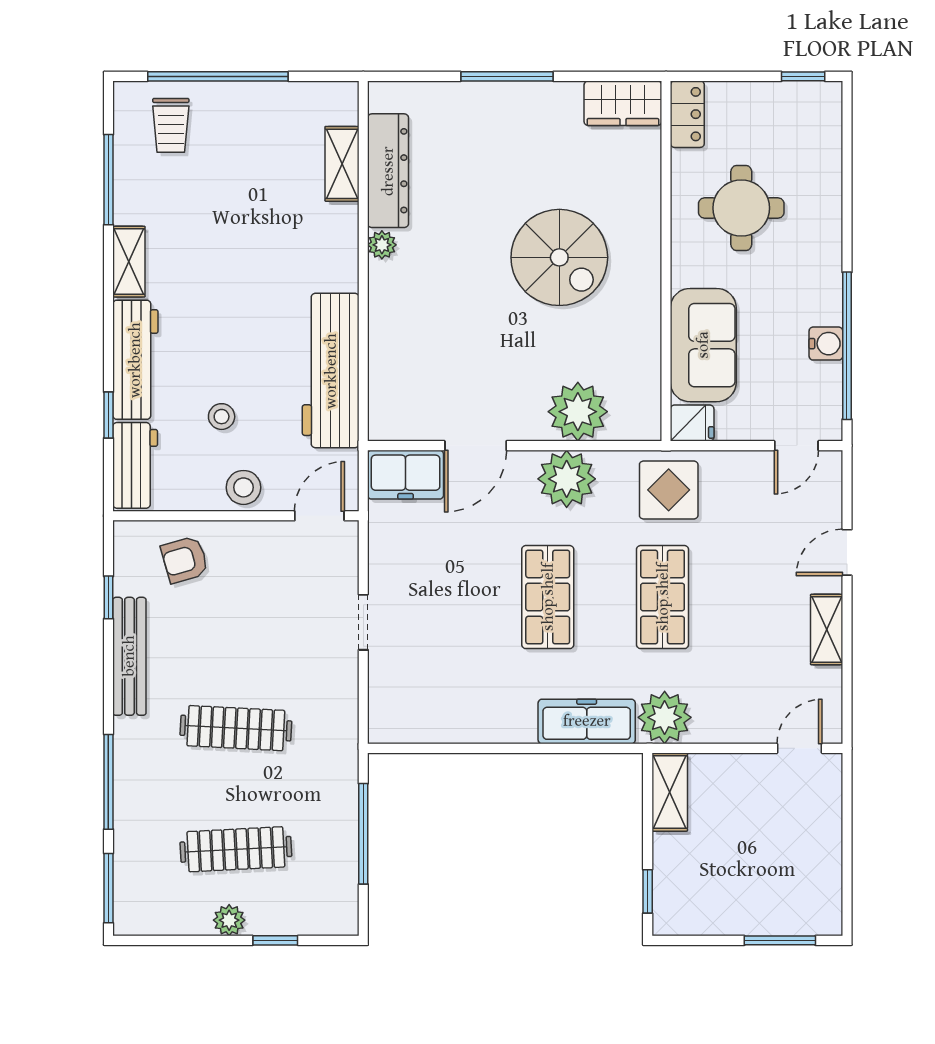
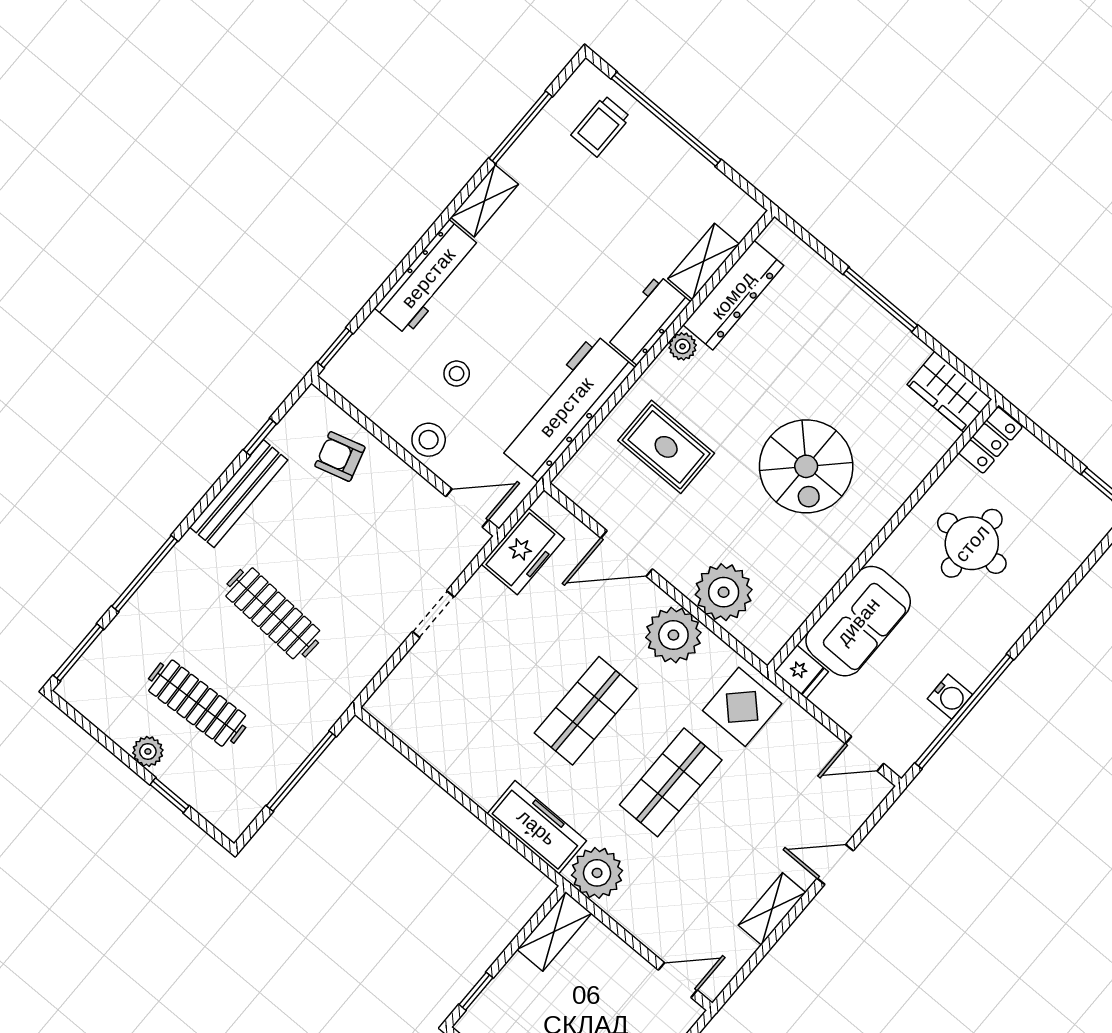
rug: (436, 335) -> (666, 447), added
window: (108, 415) -> (335, 348), moved
workbench: (135, 465) -> (648, 320), moved, turned 180
freezer: (406, 475) -> (523, 552), moved, turned -90

